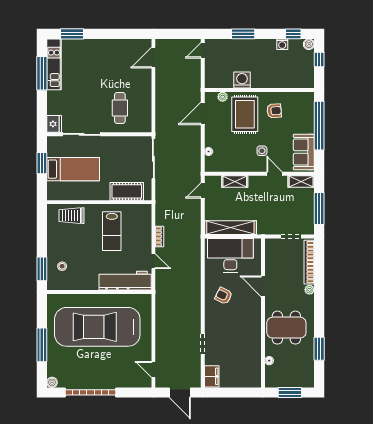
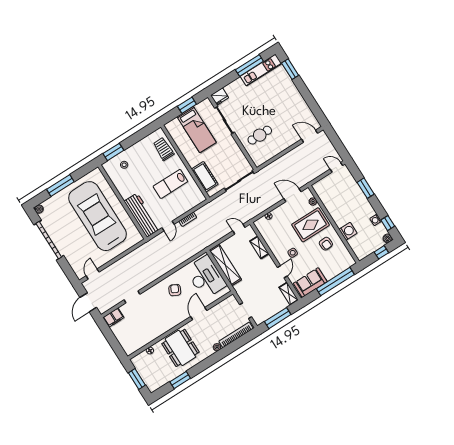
washing machine: (242, 80) -> (348, 231), moved

